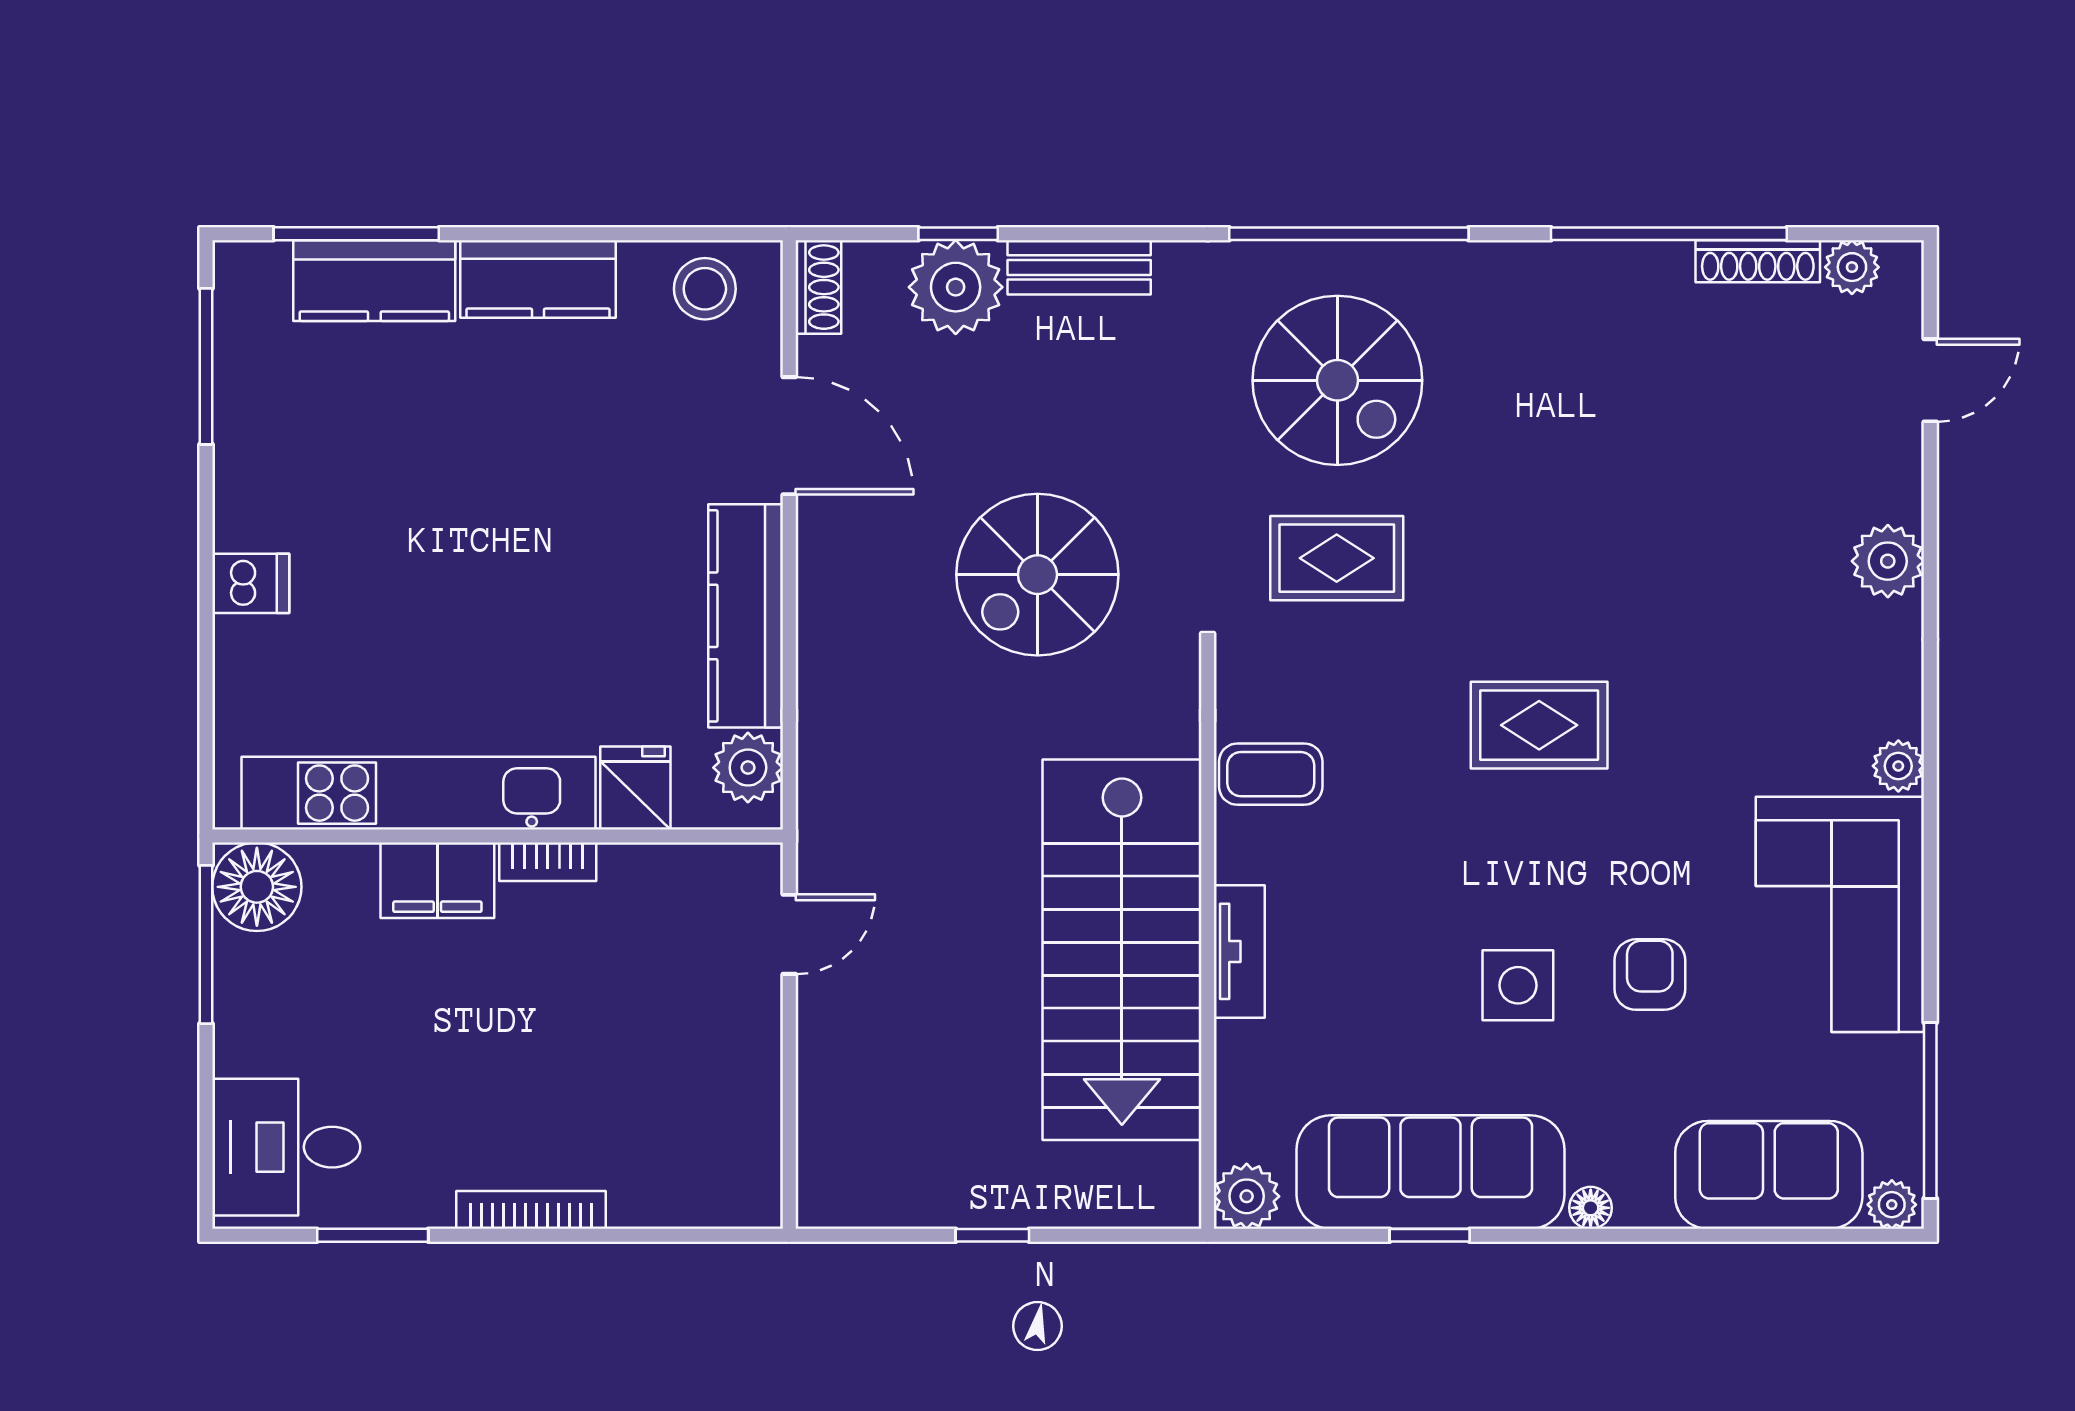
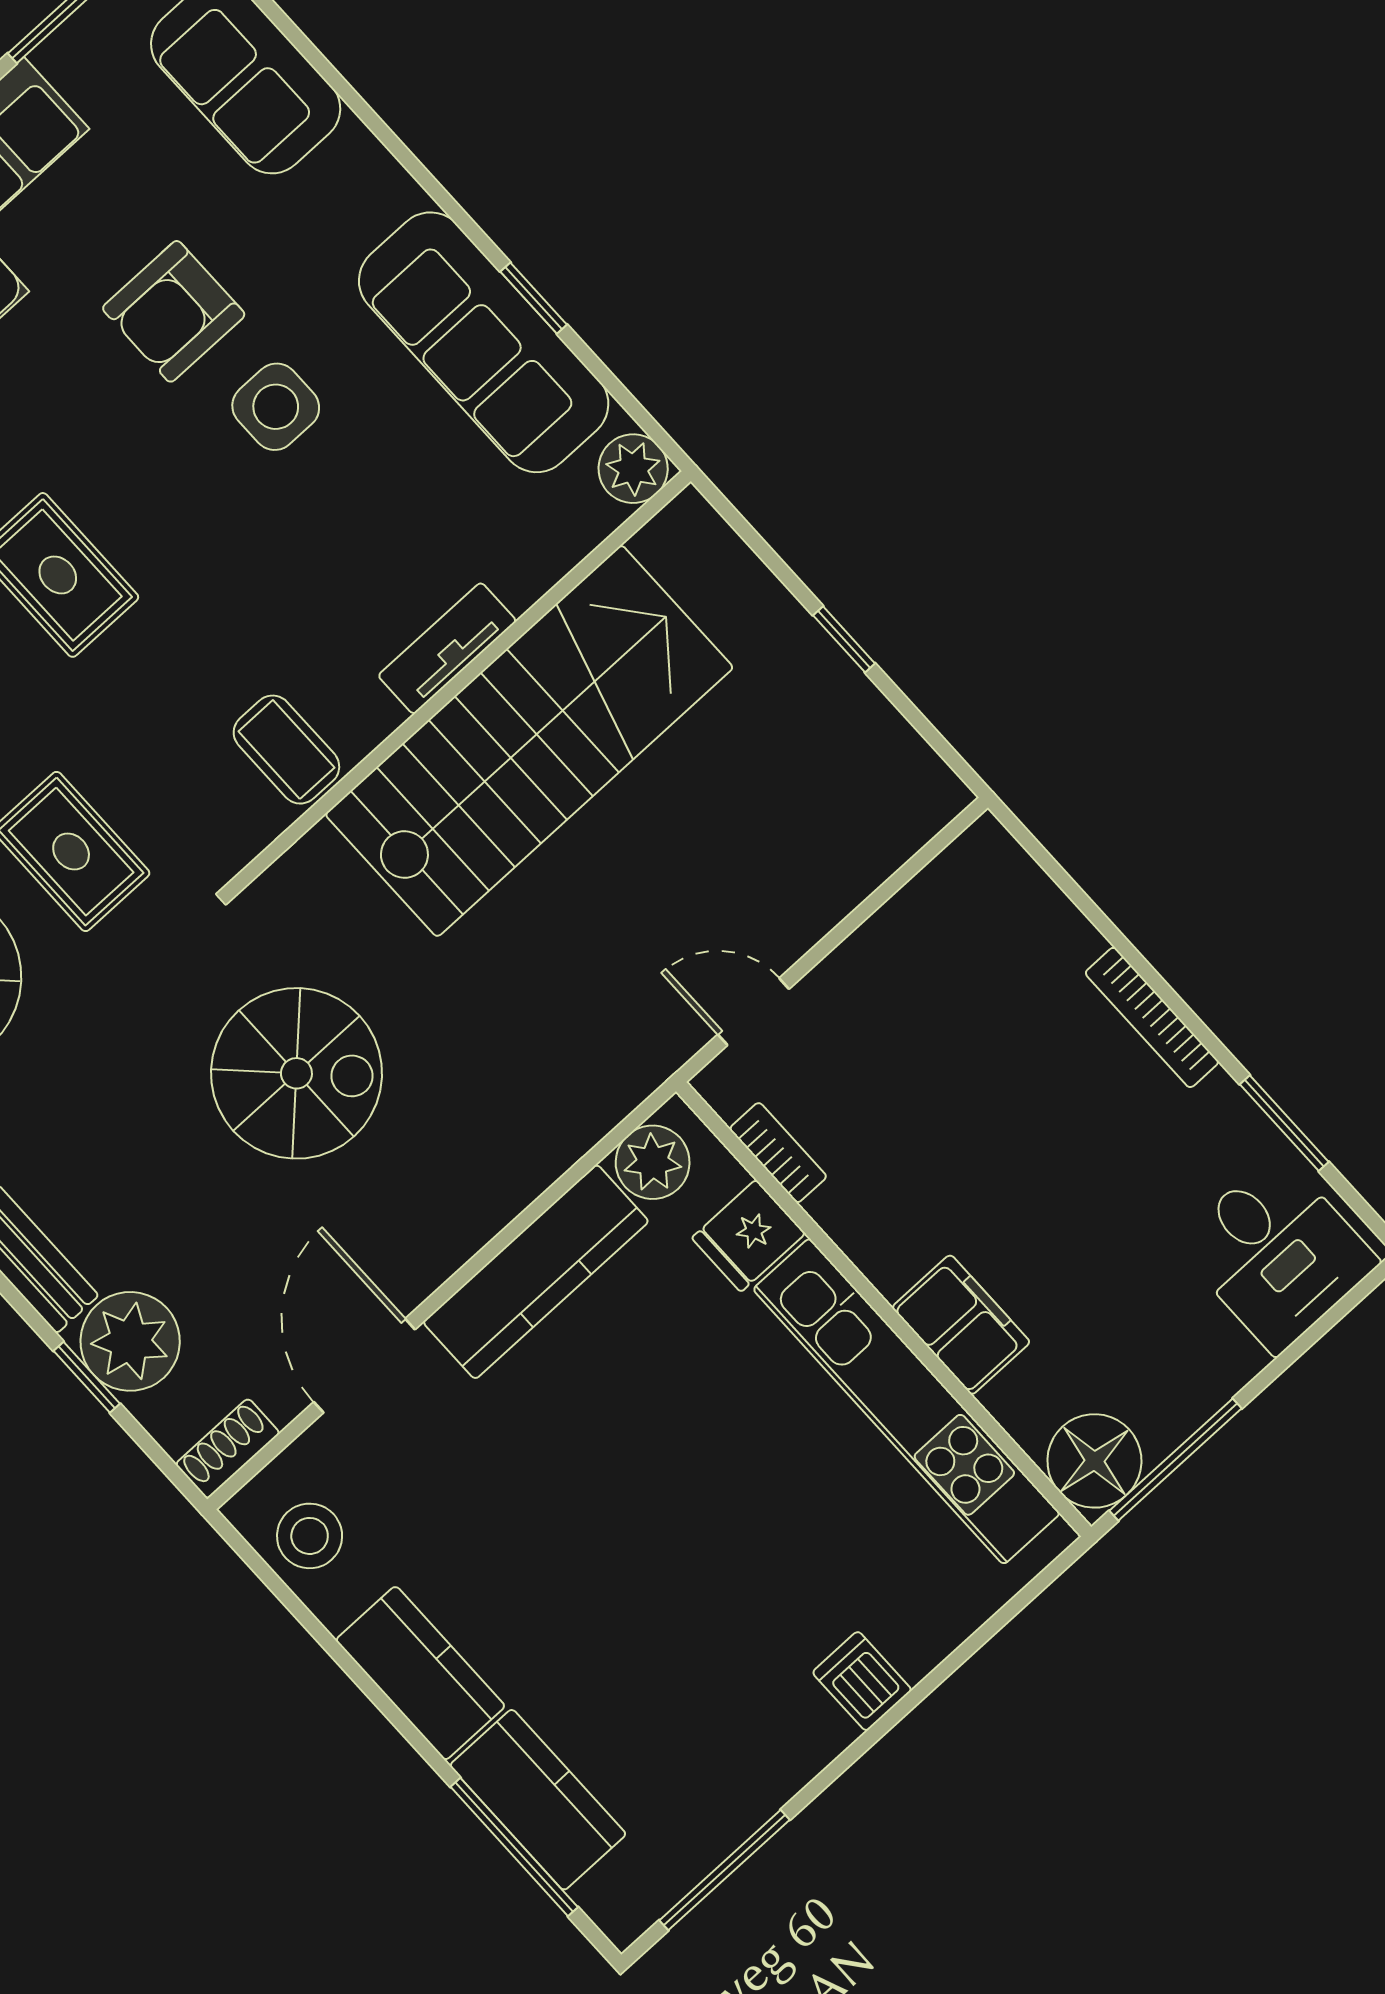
bookcase: (548, 862) -> (778, 1153), moved
armchair: (1650, 975) -> (174, 311), width x1.38, depth x1.38
floor lamp: (1591, 1208) -> (398, 192), removed

